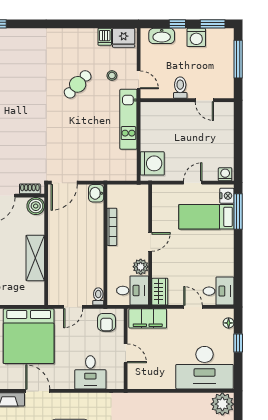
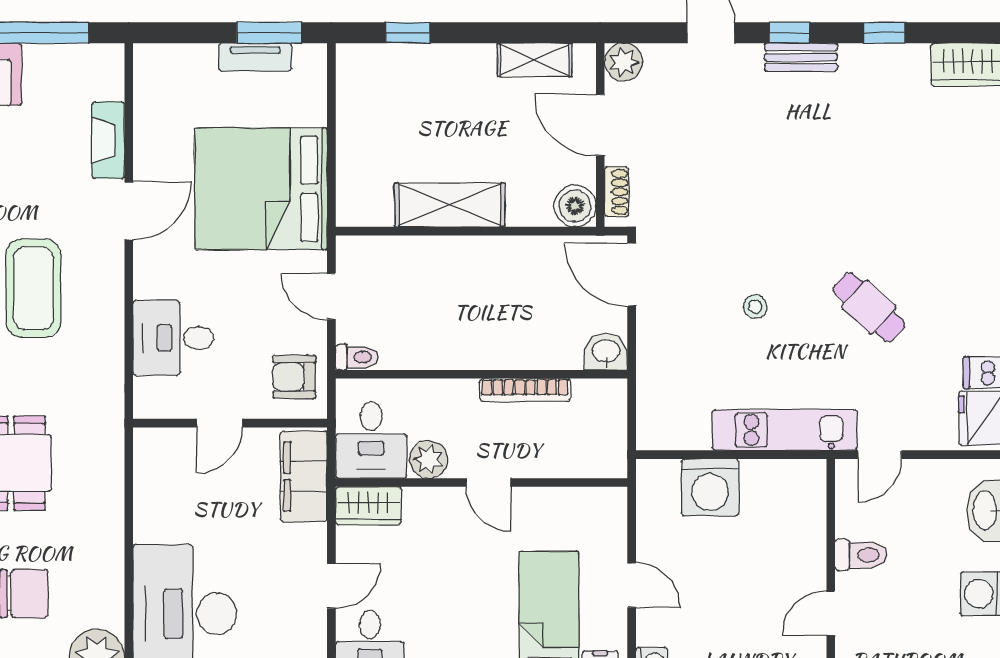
stool: (112, 76) -> (755, 307), moved
washing machine: (152, 163) -> (710, 487), moved

